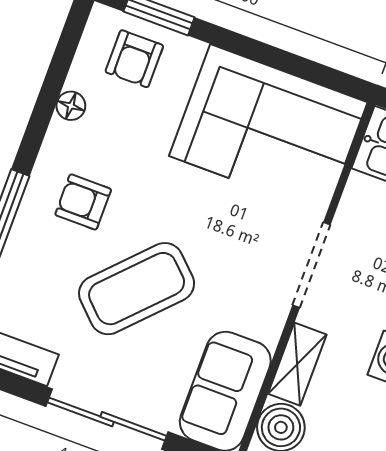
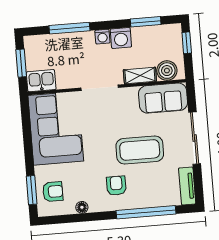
armchair: (83, 202) -> (116, 186), turned 180
coffee table: (137, 289) -> (140, 150), turned -44

